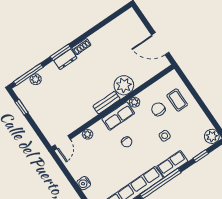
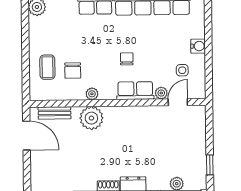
bench: (107, 103) -> (55, 113), moved
row of seats: (118, 116) -> (135, 91), moved
side table: (165, 136) -> (182, 70), moved
door: (62, 142) -> (178, 102), moved

